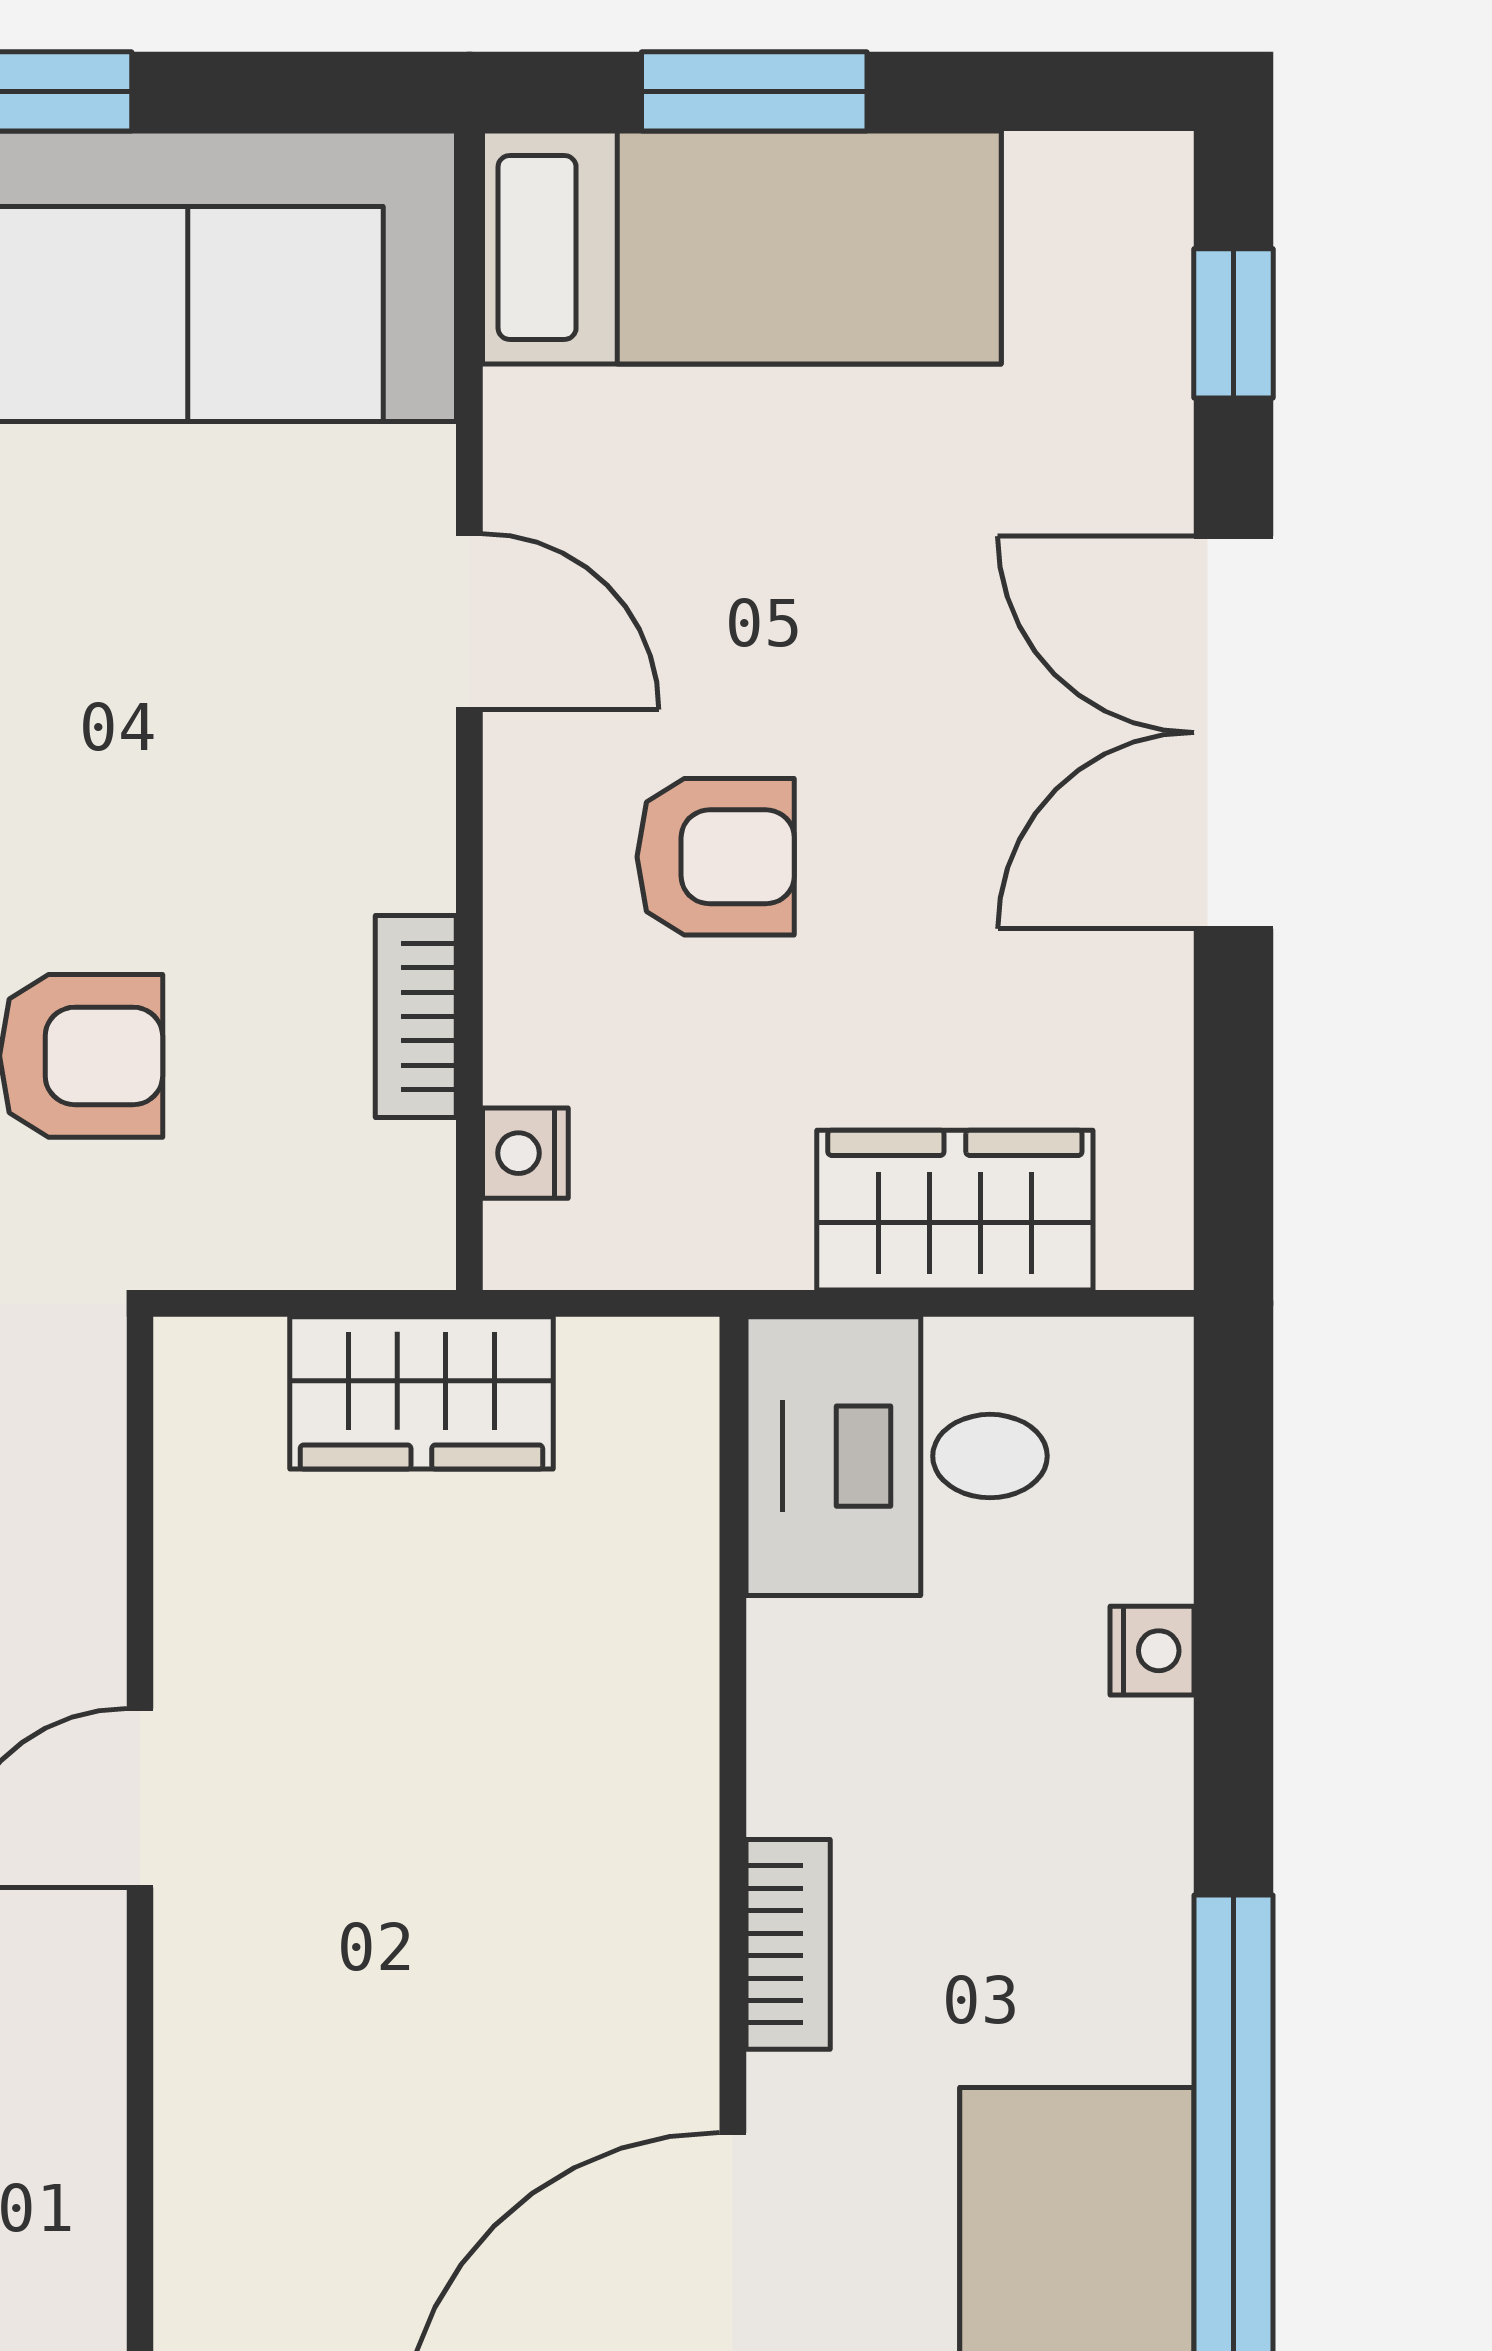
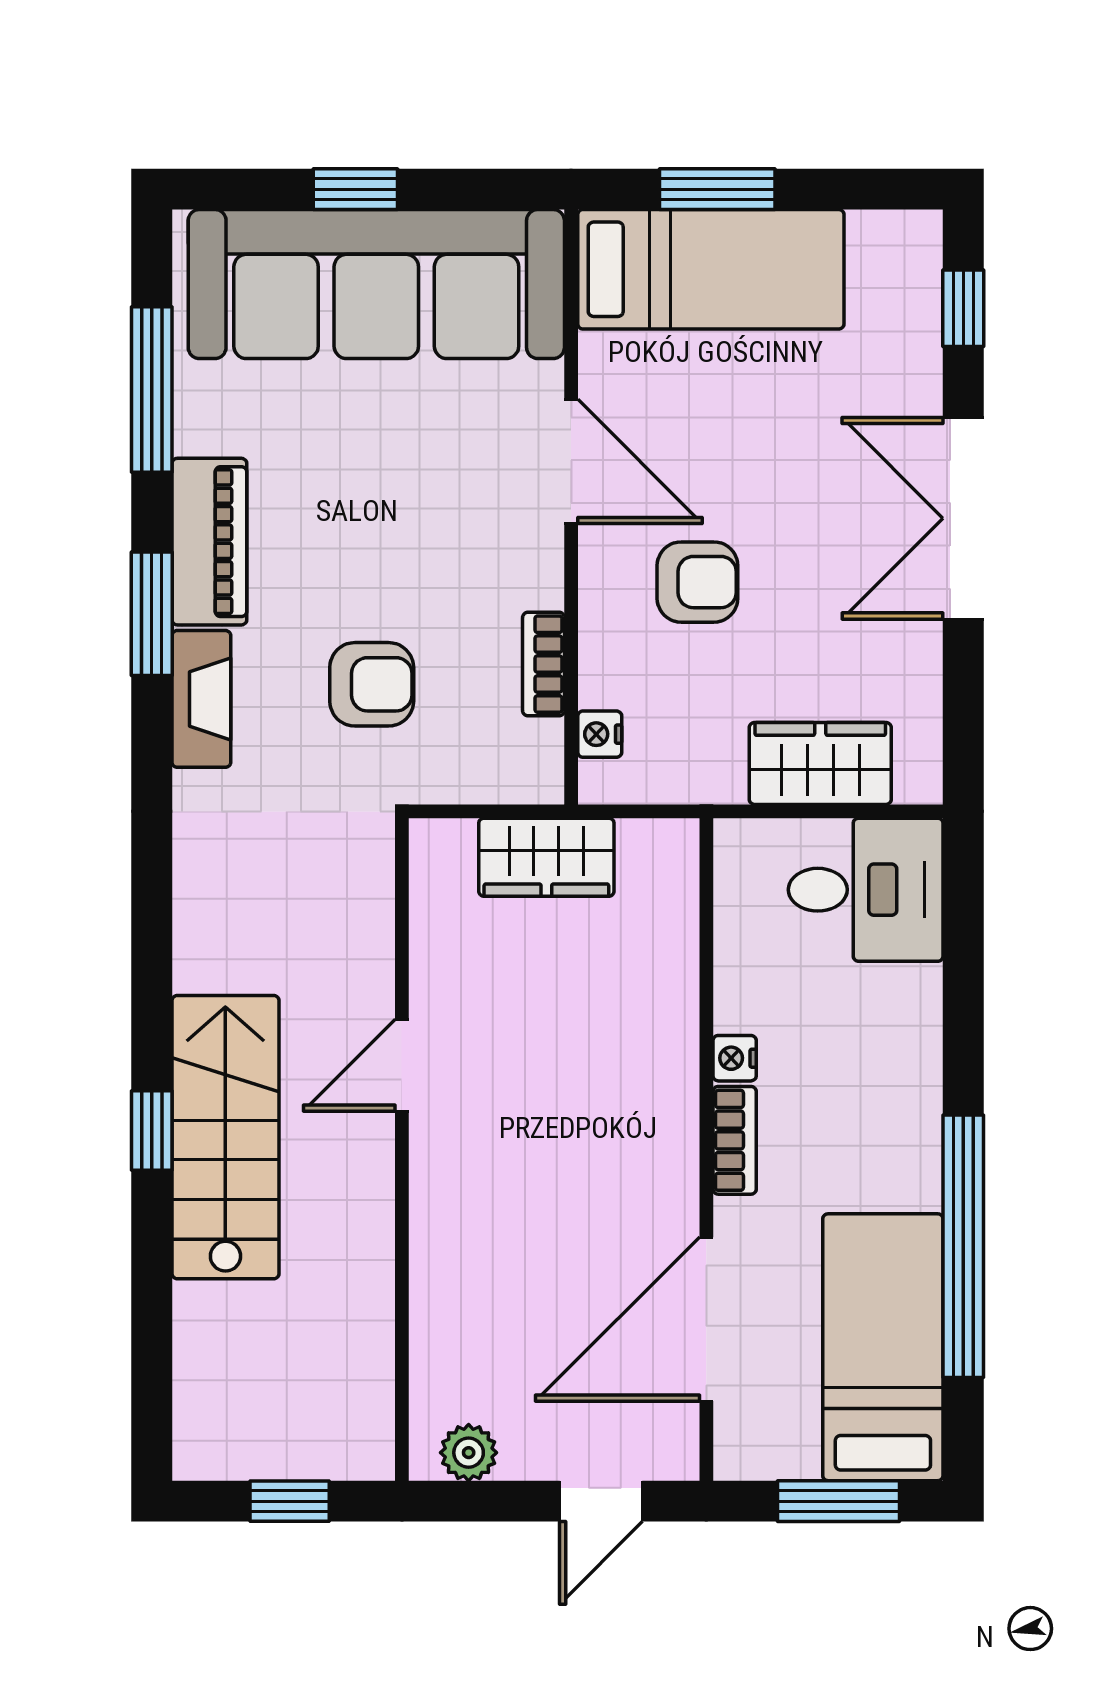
door: (469, 622) -> (571, 461), width x1.37
desk: (897, 1456) -> (866, 890), moved, turned 180
nightstand: (1152, 1651) -> (735, 1058), moved, turned 180

